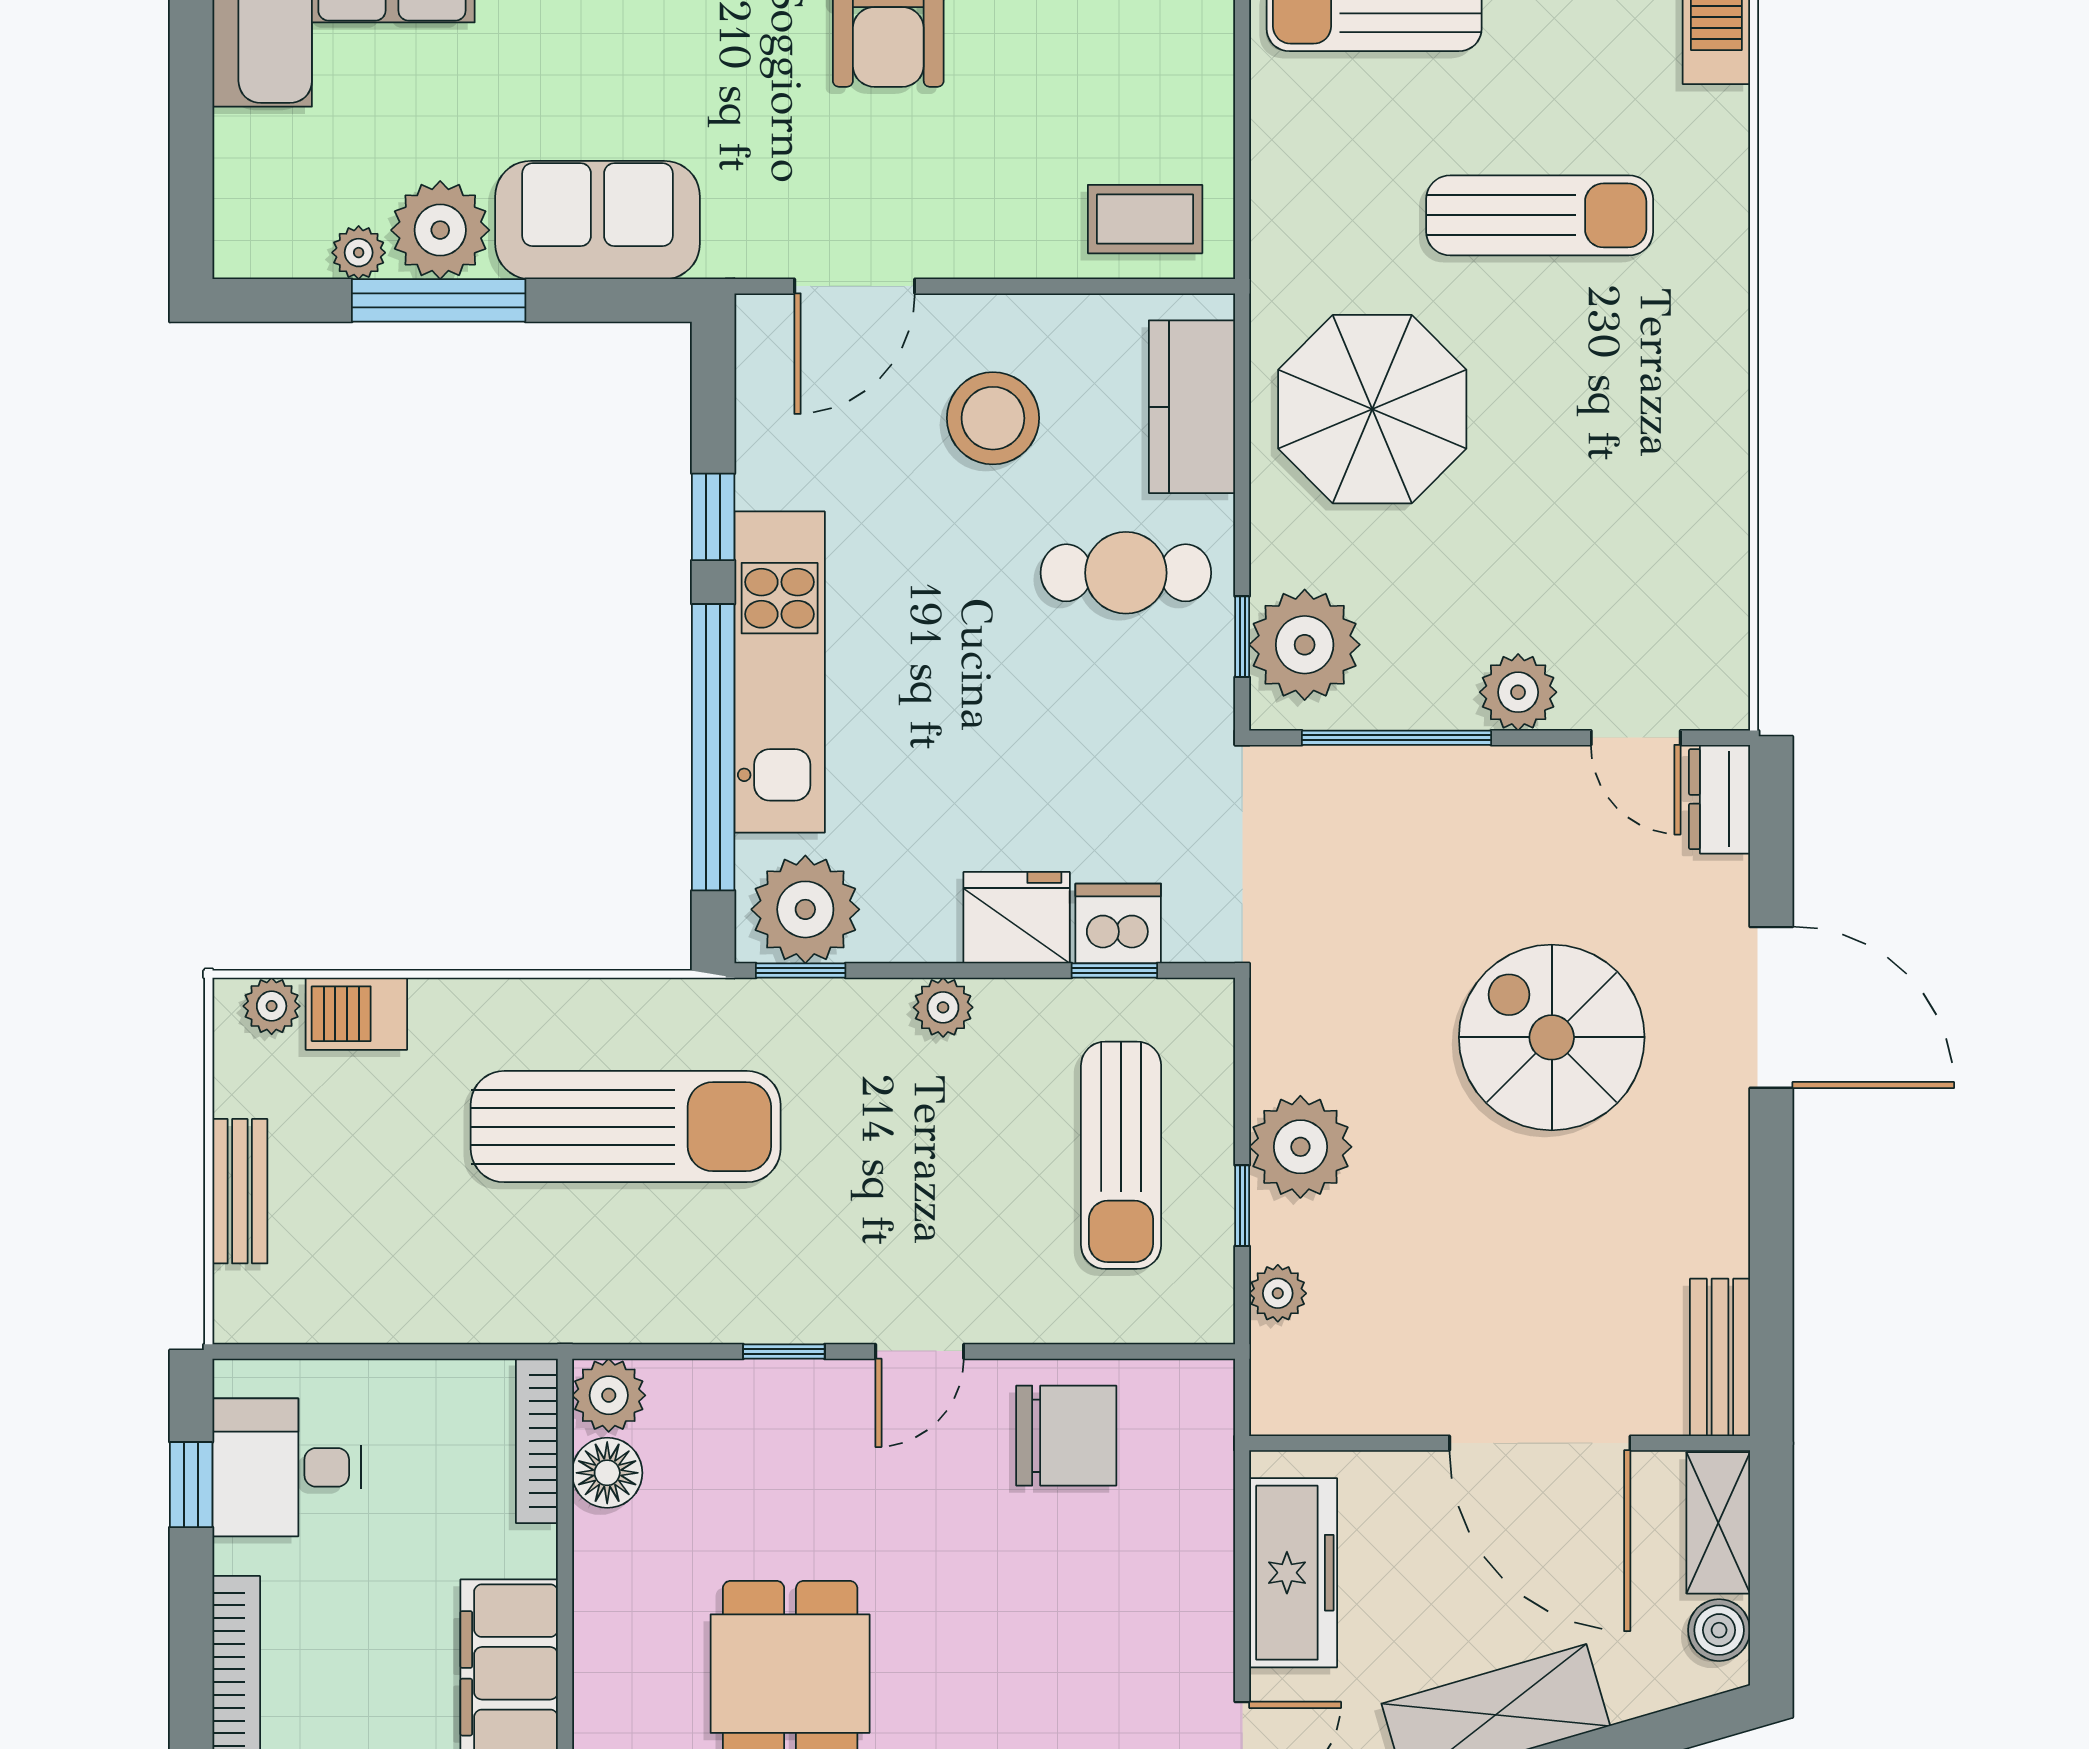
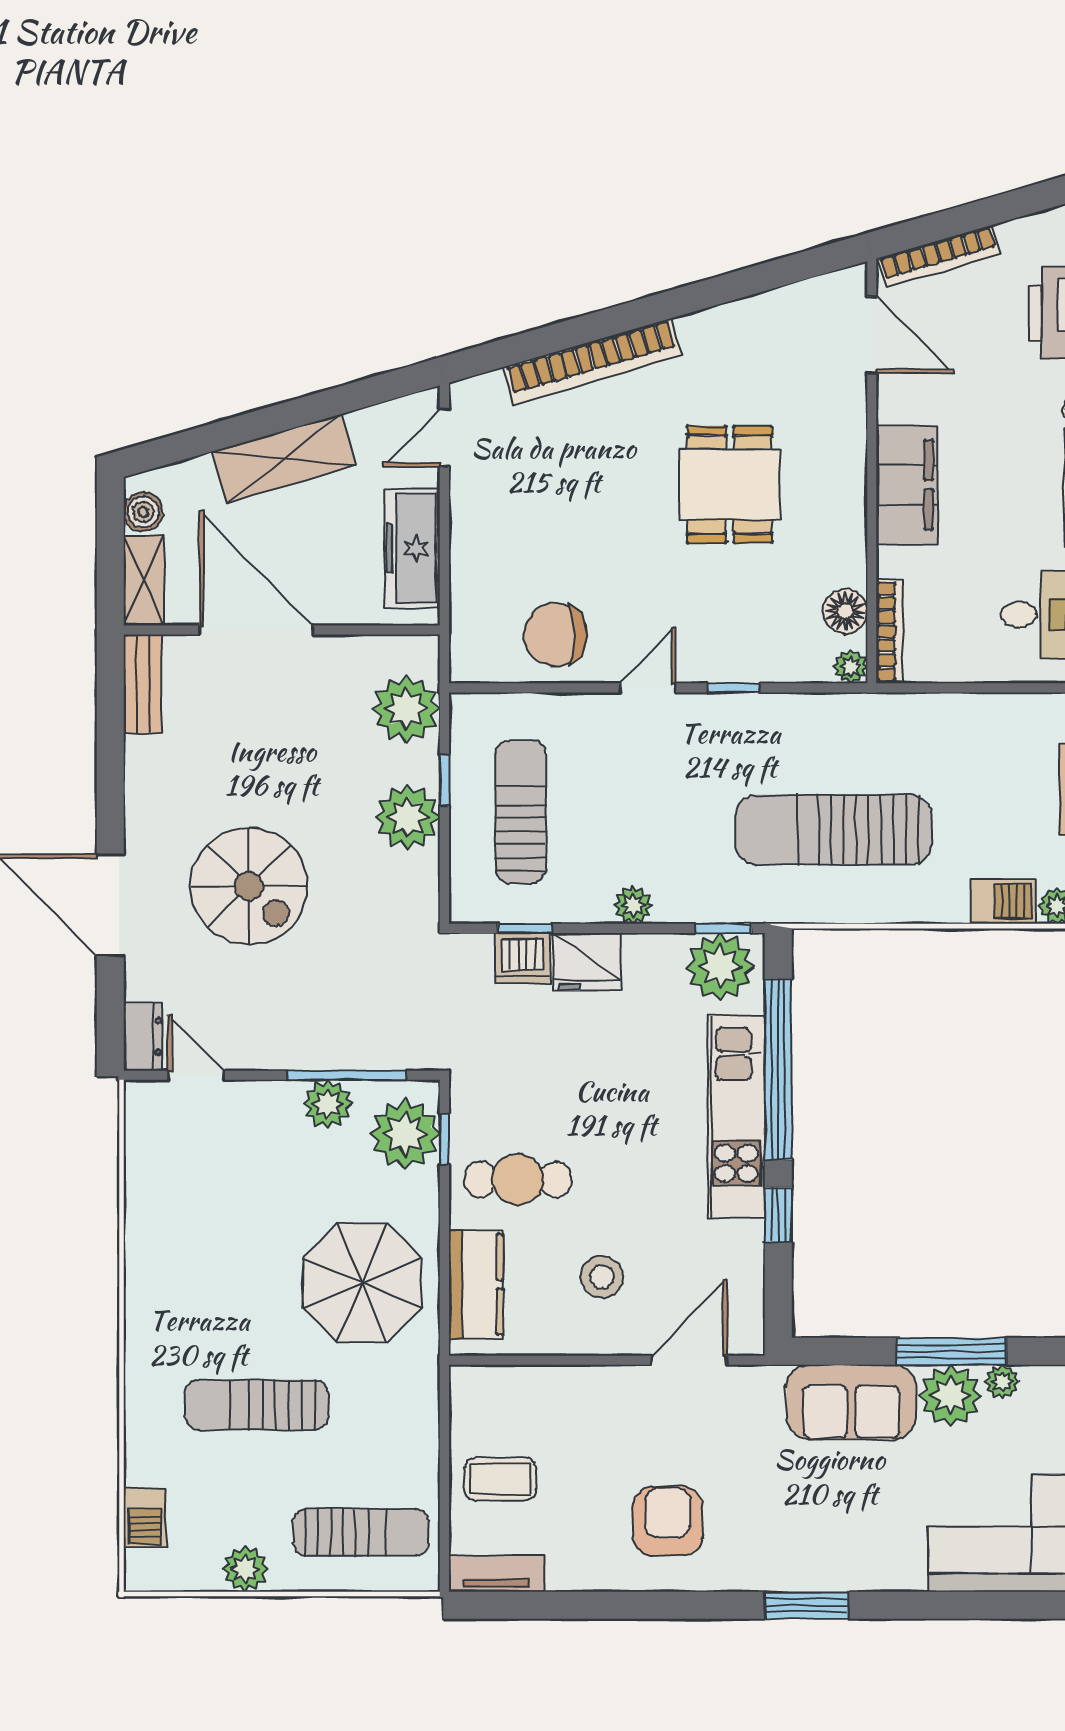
coffee table: (1145, 219) -> (500, 1479), moved
stool: (993, 418) -> (602, 1277), width x0.73, depth x0.73
plant: (1518, 692) -> (328, 1104), moved
plant: (1278, 1293) -> (406, 709), width x1.87, depth x1.87
plant: (609, 1395) -> (850, 667), width x0.73, depth x0.73

